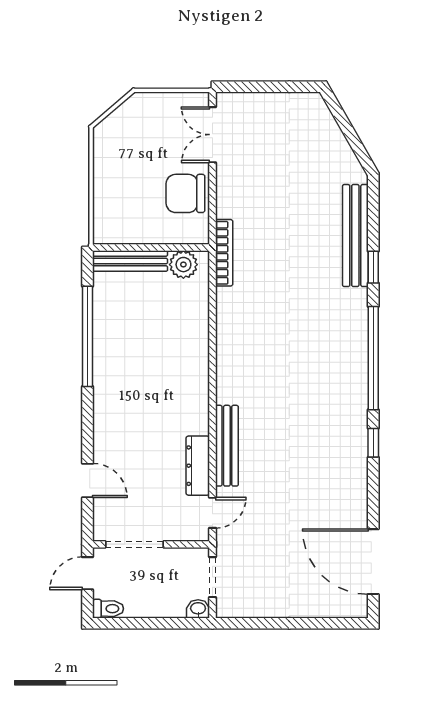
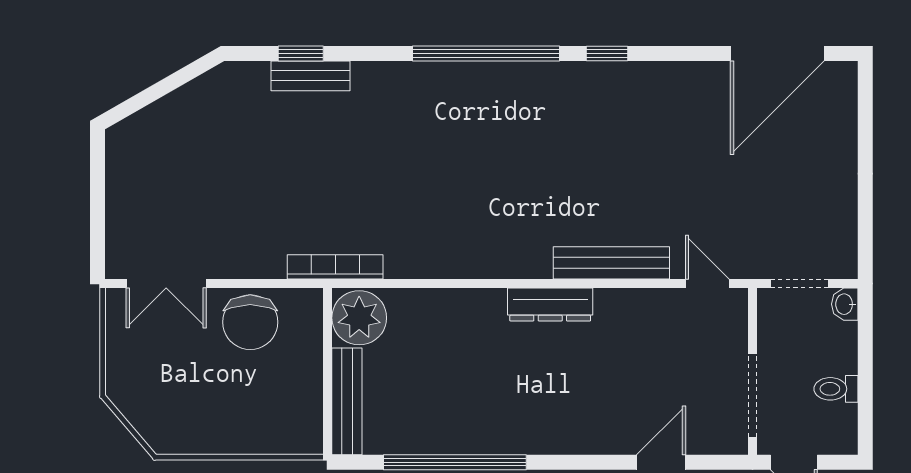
bench: (355, 236) -> (310, 76), width x0.54, depth x0.82
plant: (183, 265) -> (359, 318), width x1.36, depth x1.36
window: (373, 267) -> (301, 53), moved
dresser: (198, 466) -> (550, 305), moved
toilet: (108, 609) -> (836, 389), moved, turned -90

